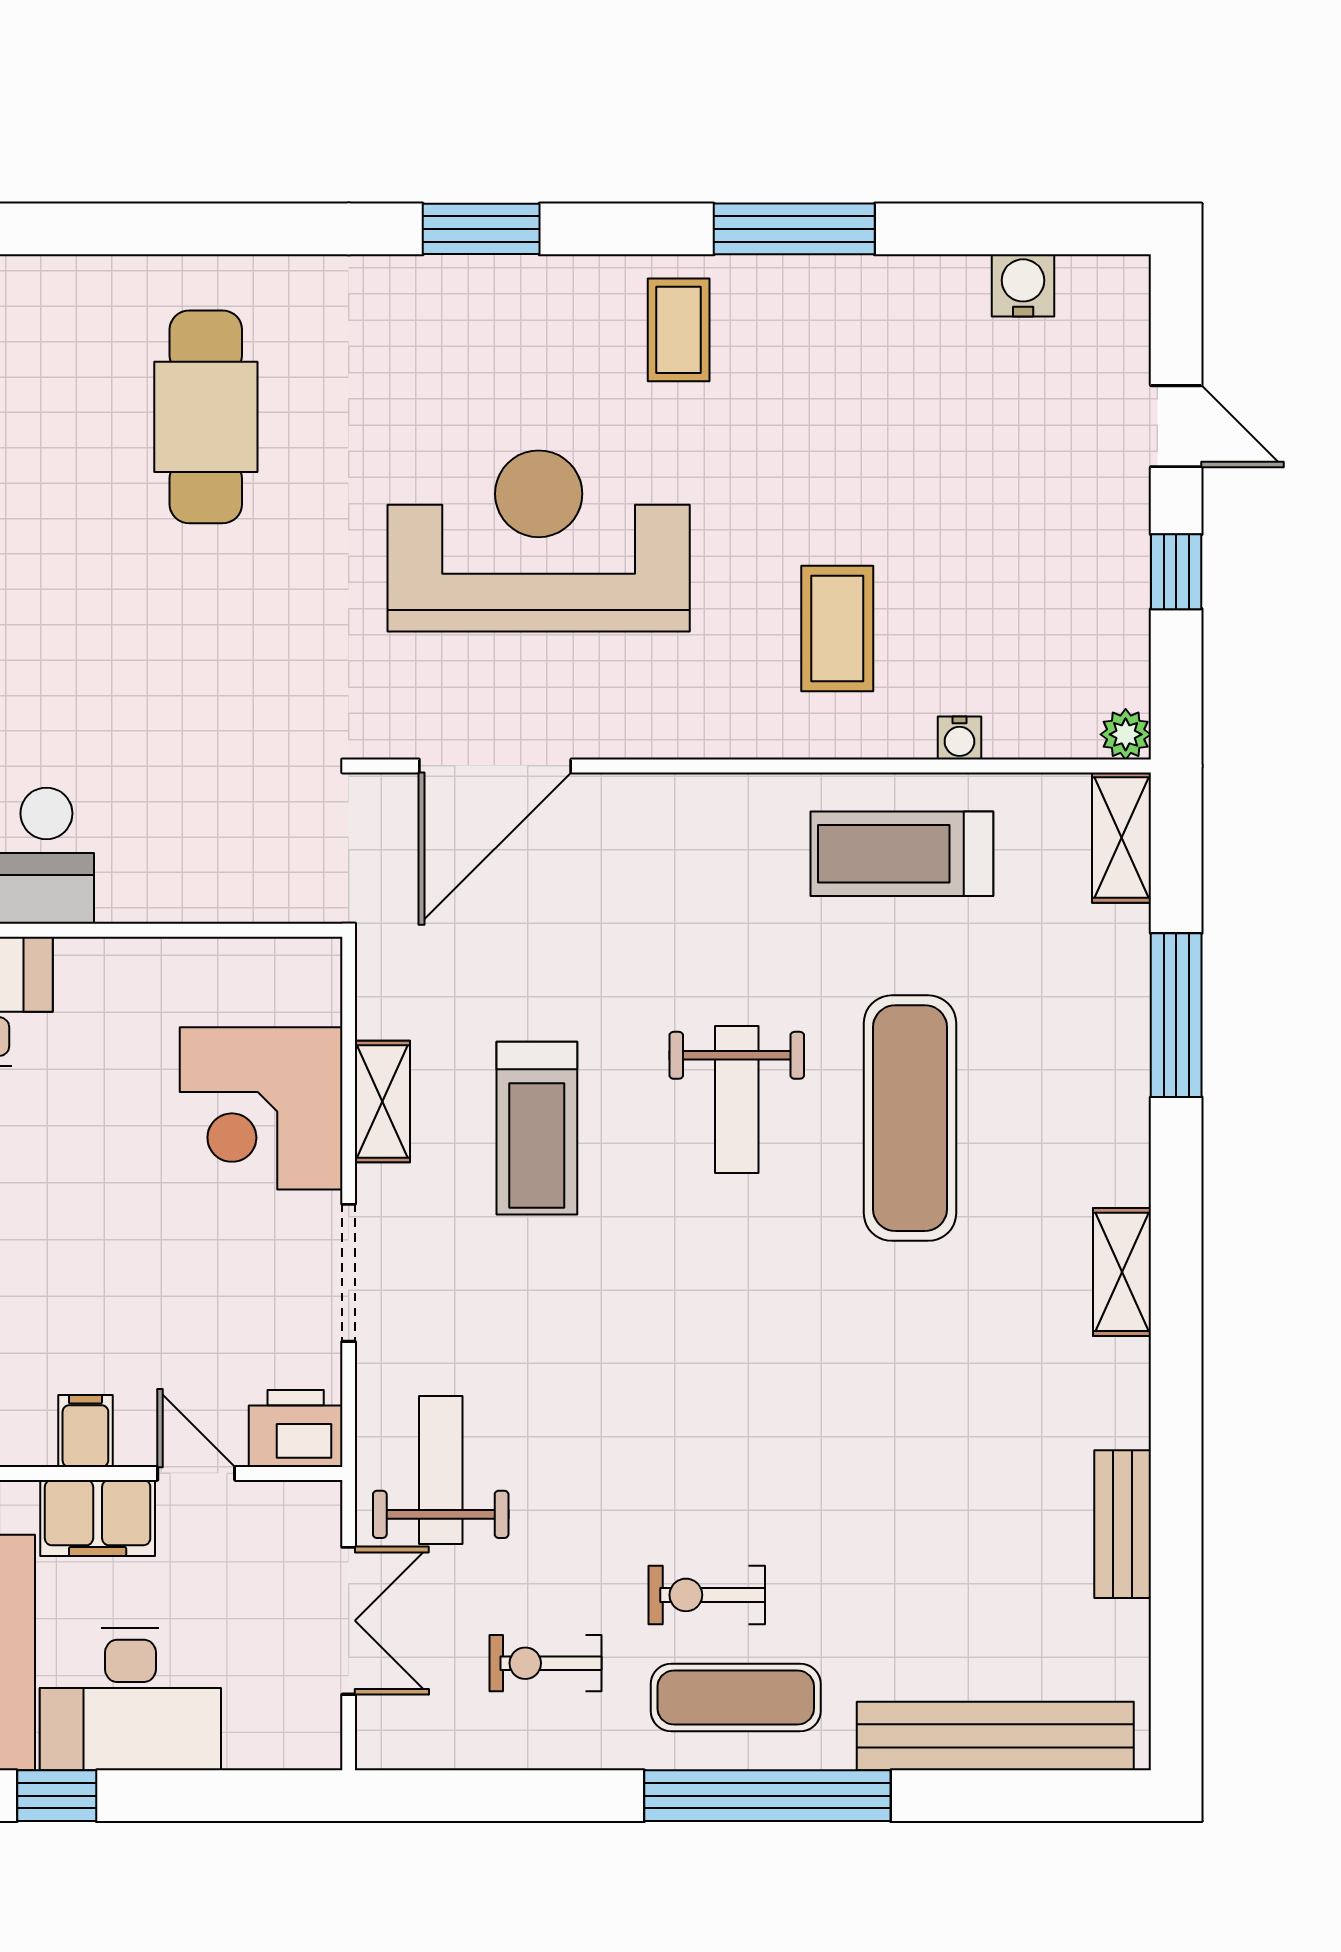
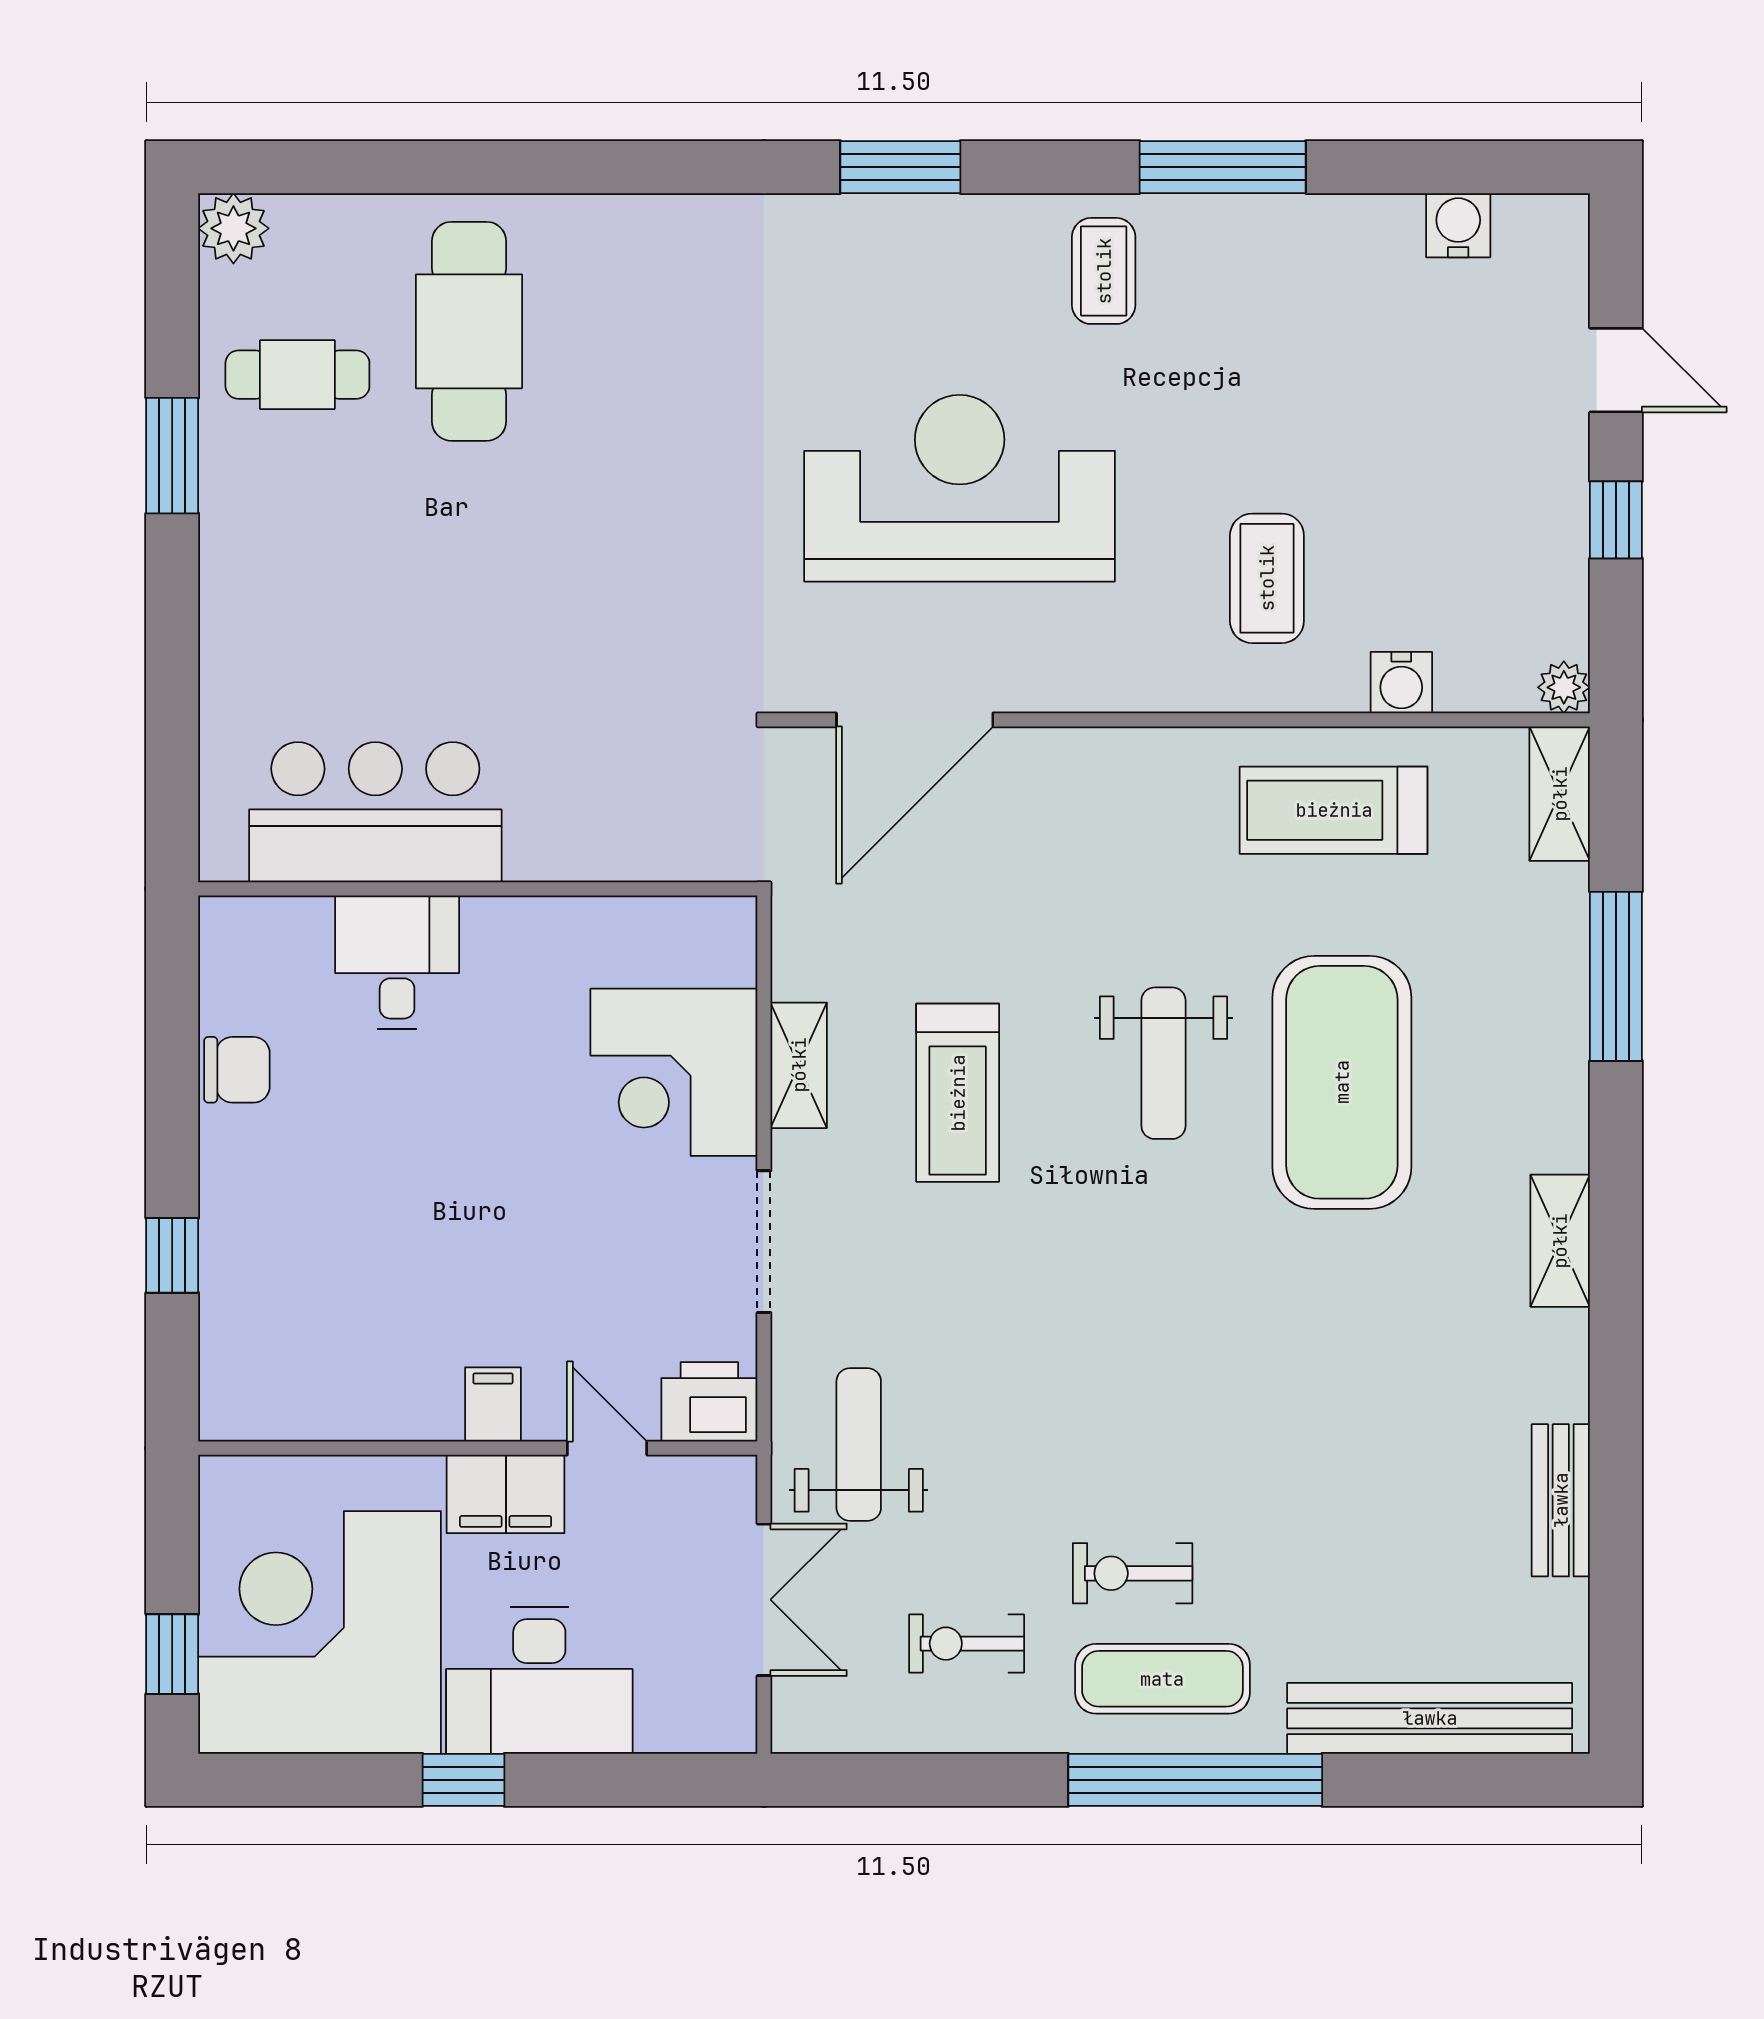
cafe table: (206, 417) -> (469, 331), moved
water cooler: (959, 738) -> (1401, 683), width x1.38, depth x1.38
exercise mat: (910, 1118) -> (1342, 1082), width x1.47

